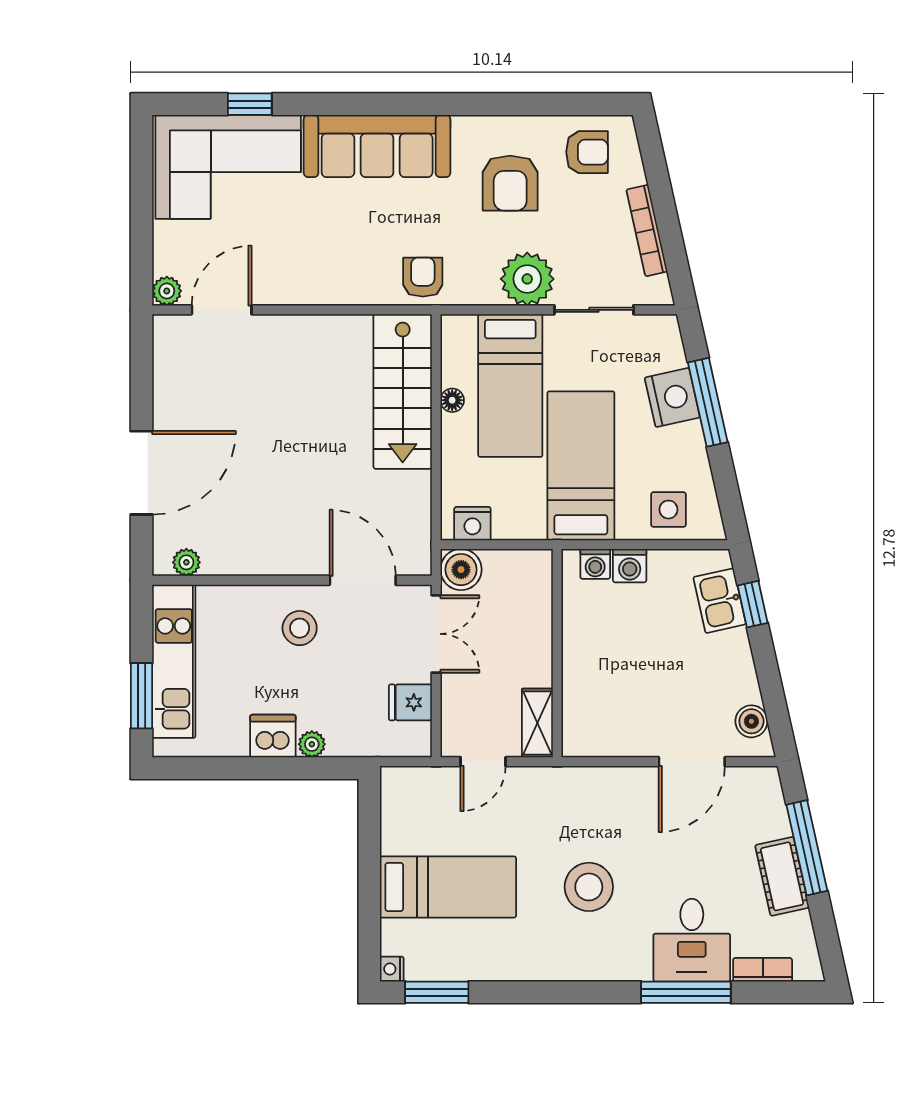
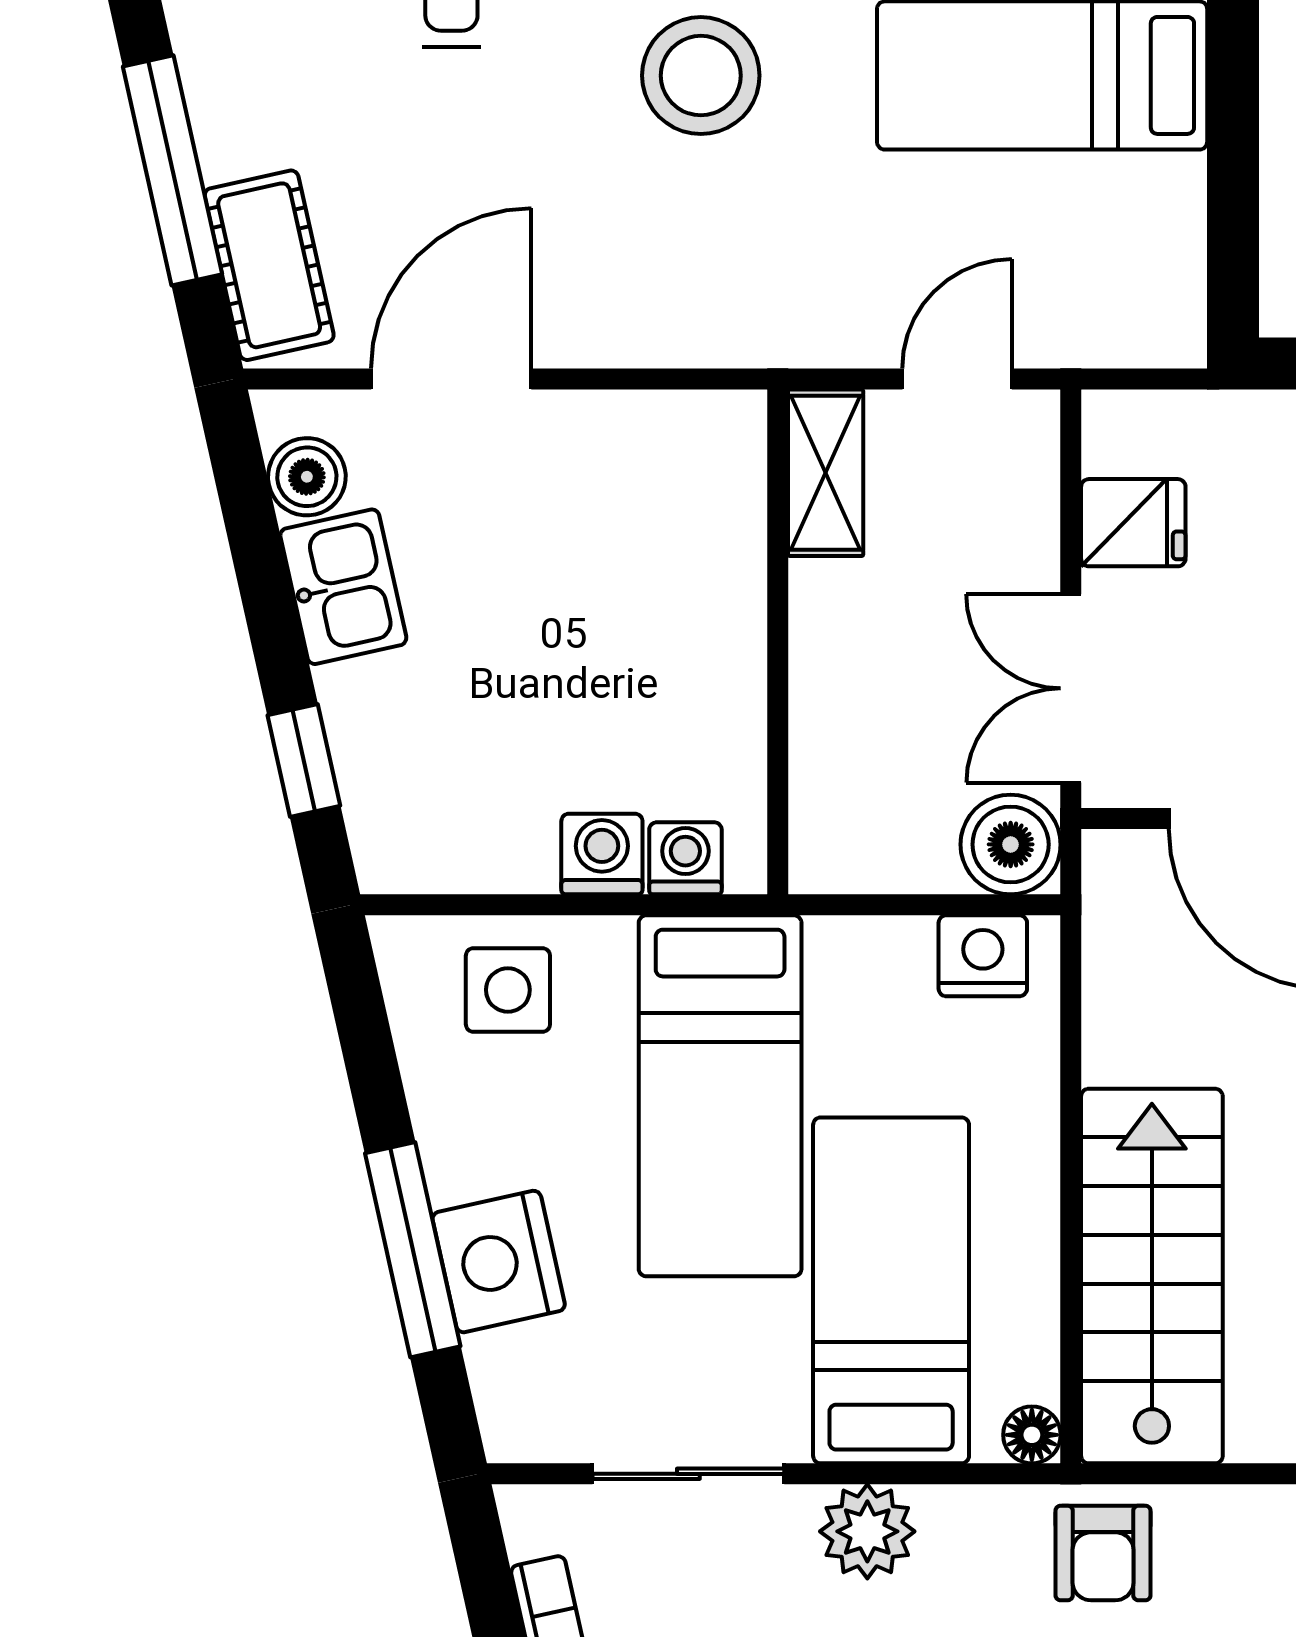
plant: (527, 279) -> (867, 1531), width x0.73, depth x0.73
floor lamp: (452, 400) -> (1032, 1435), moved
kitchen sink: (720, 601) -> (343, 587), moved
cot: (782, 876) -> (269, 265), moved

